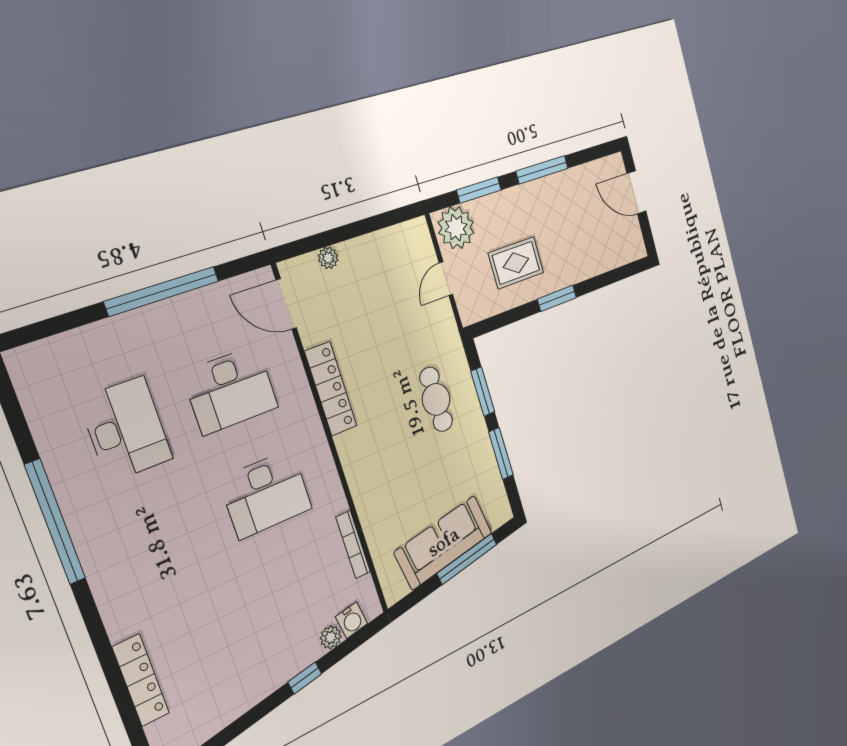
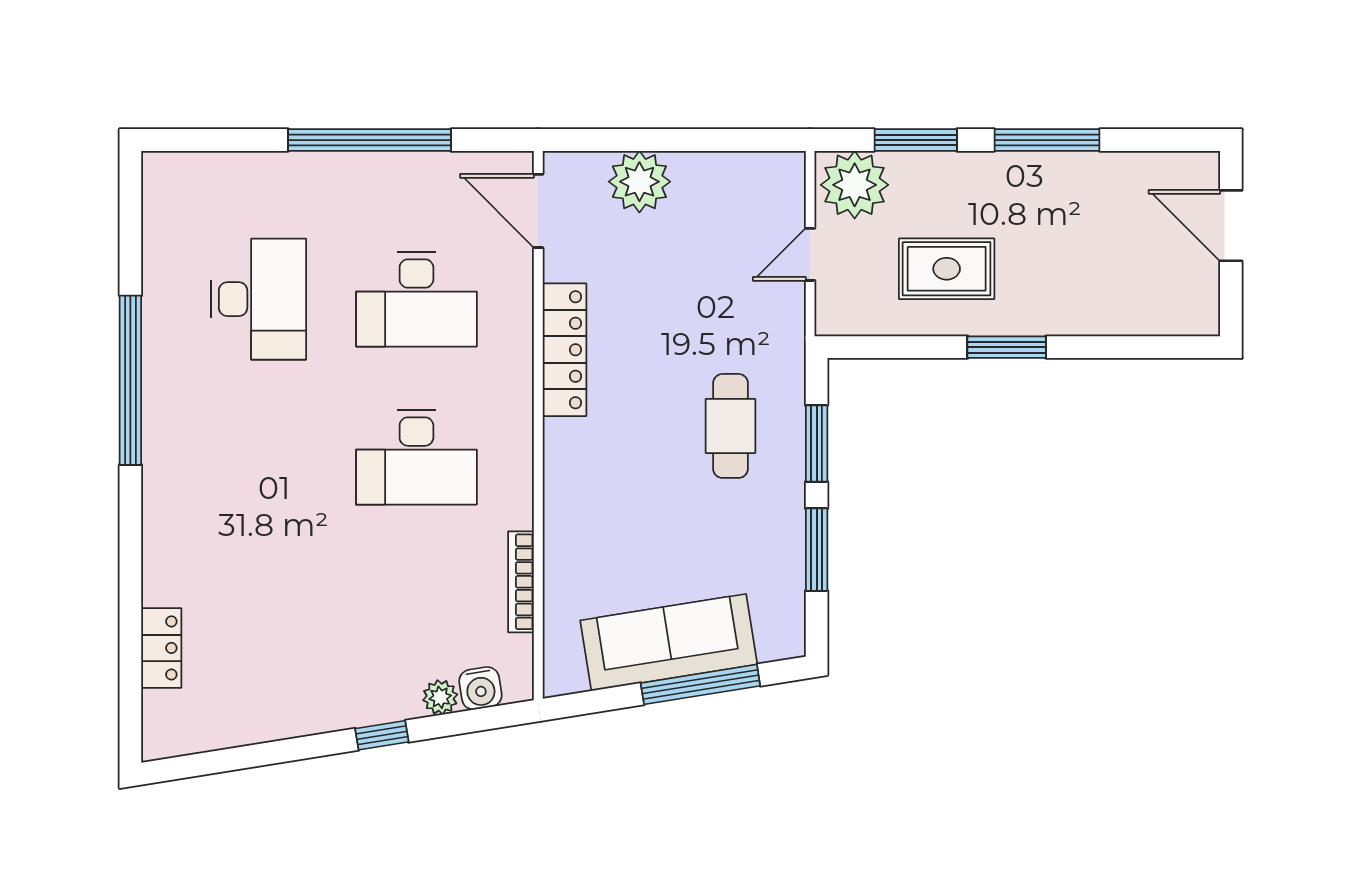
plant: (328, 258) -> (639, 182), width x1.87, depth x1.87
locker: (141, 680) -> (161, 648), width x0.66

